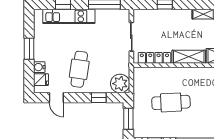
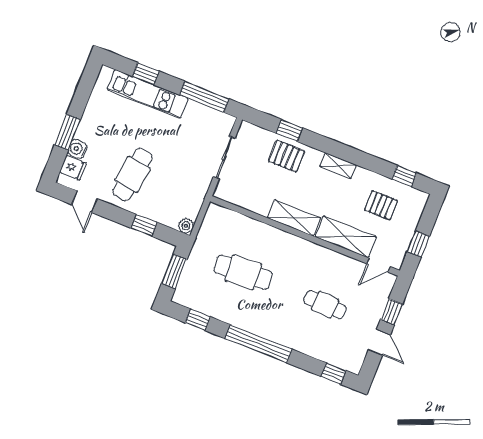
pallet: (169, 21) -> (287, 156), added
window: (29, 49) -> (68, 132), moved
locker: (154, 58) -> (245, 200), removed
plant: (120, 84) -> (186, 226), width x0.53, depth x0.53

